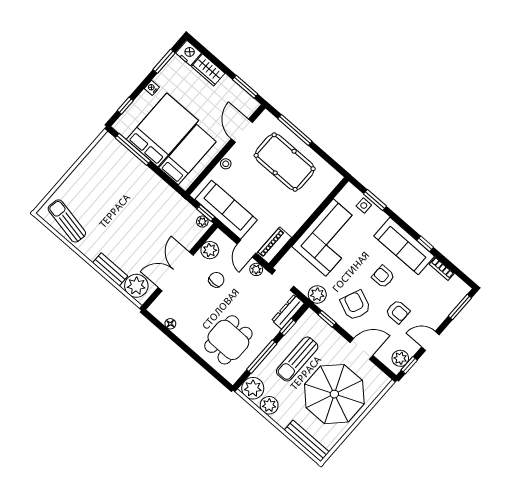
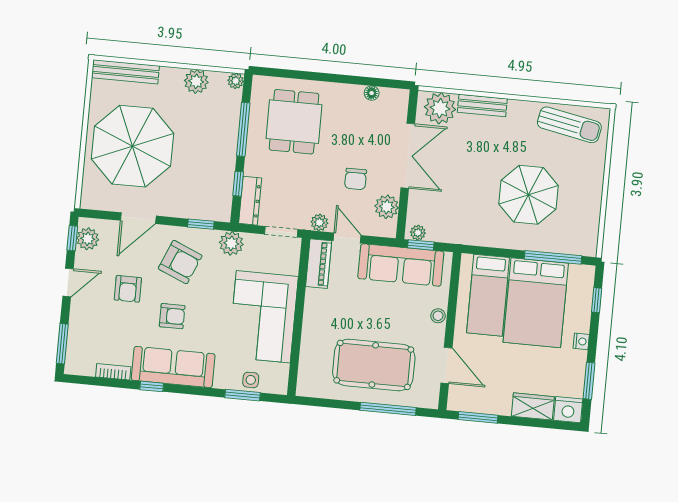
parasol: (121, 197) -> (528, 195), added
armchair: (398, 312) -> (128, 289), turned -90
sun lounger: (297, 359) -> (202, 155), removed
plant: (253, 388) -> (236, 81), width x0.53, depth x0.53

